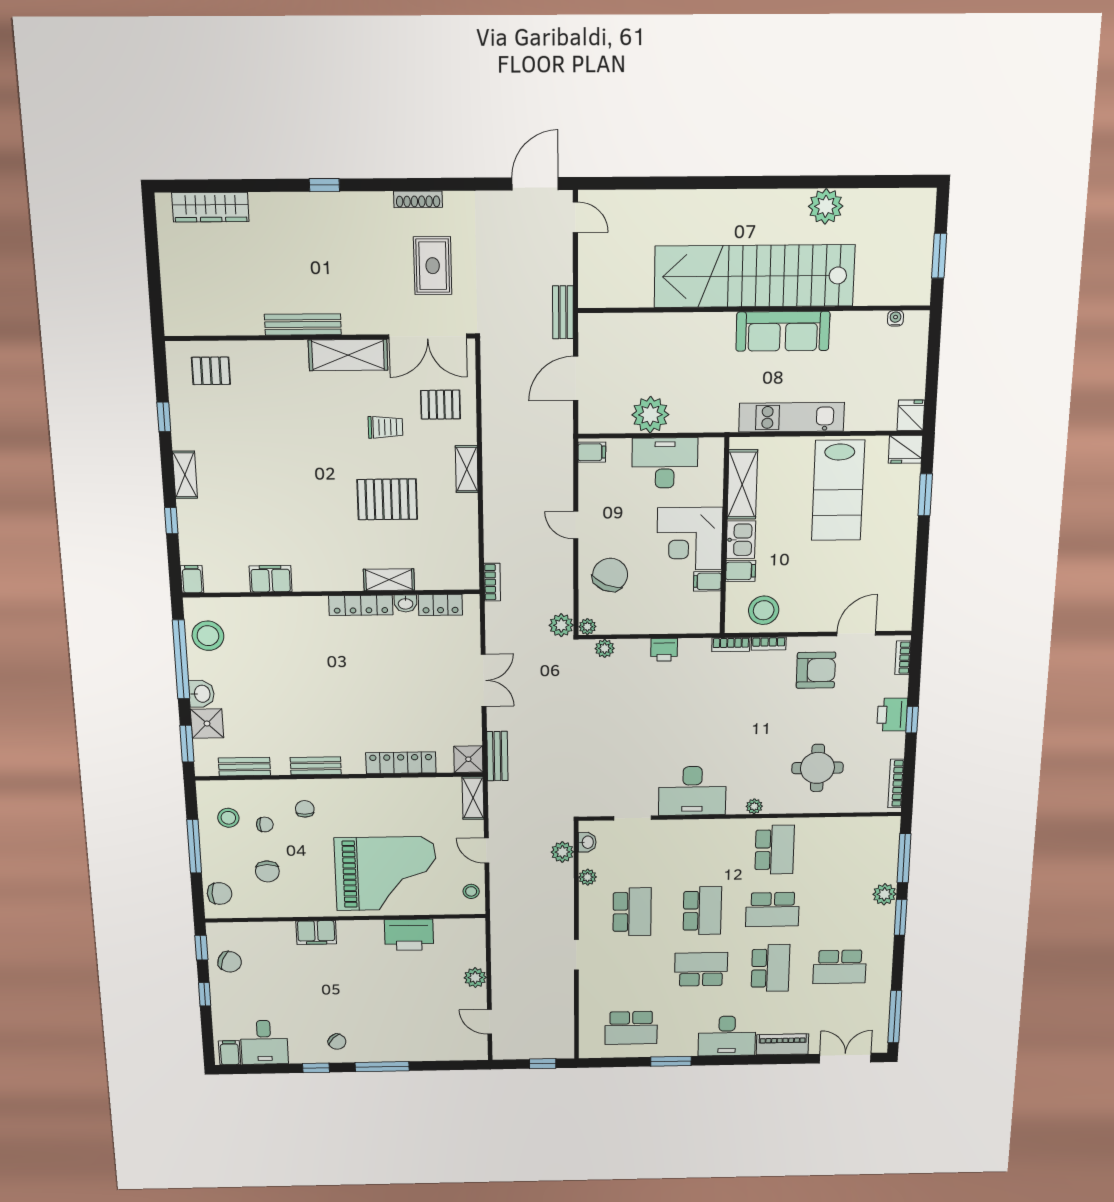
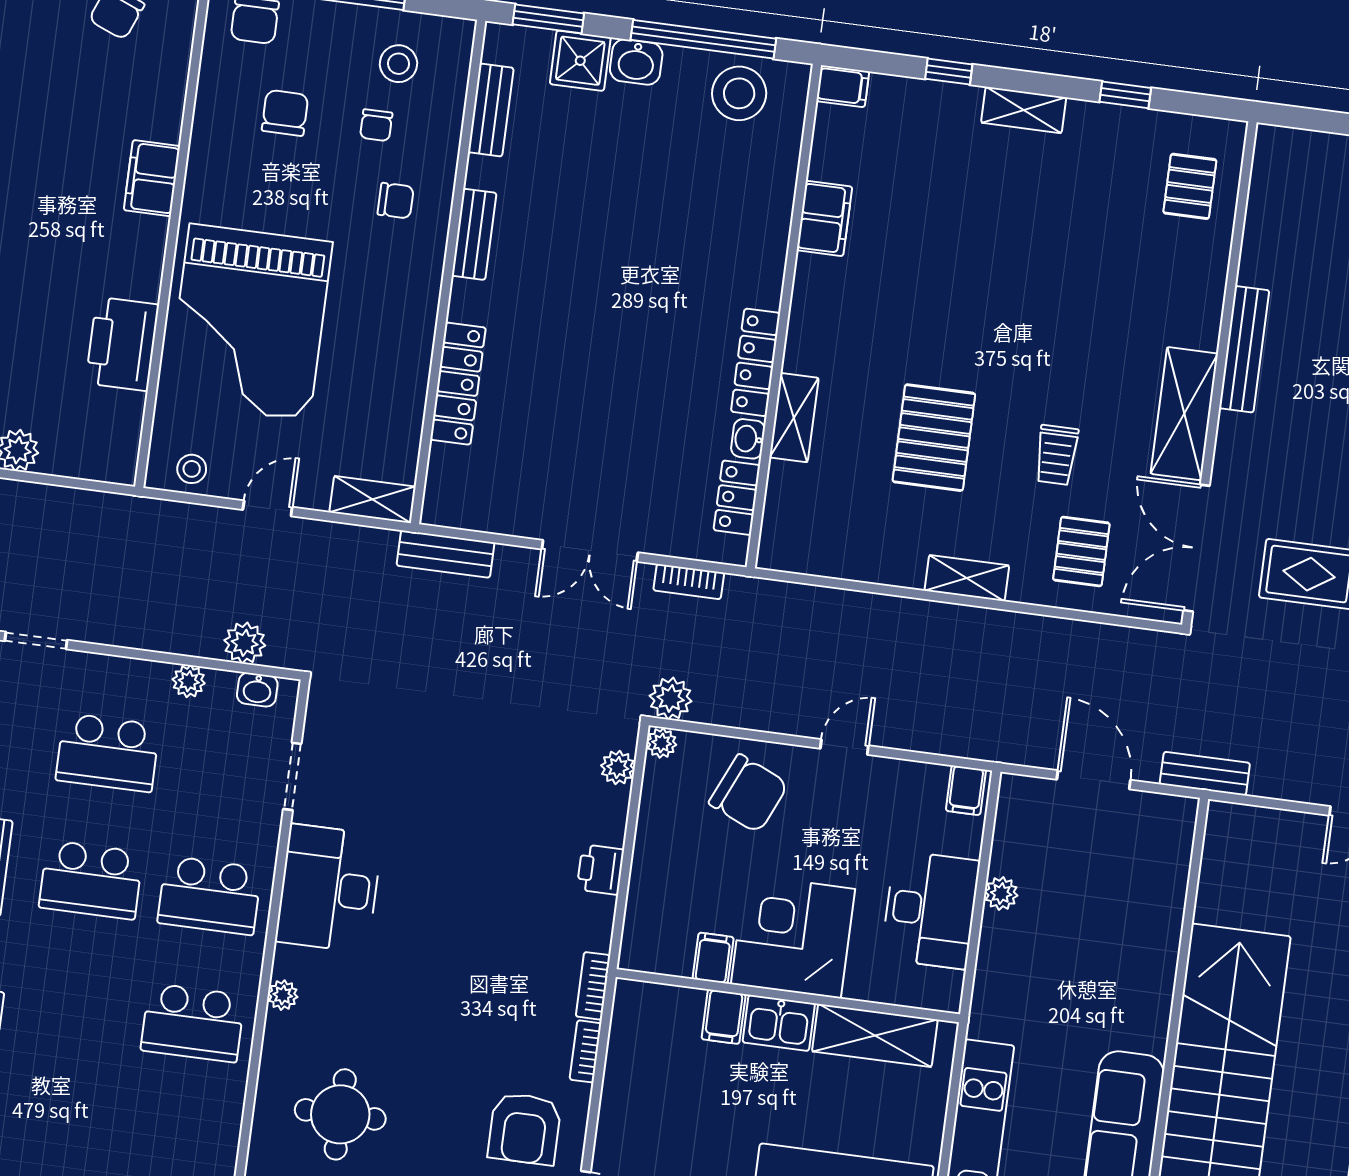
plant: (650, 415) -> (1001, 893), width x0.53, depth x0.53
bookcase: (492, 582) -> (689, 582), moved
stool: (764, 610) -> (647, 1049), removed
shower: (468, 759) -> (447, 503), removed
chair: (267, 871) -> (285, 113), turned 90
school desk: (772, 909) -> (210, 895), moved, turned -90

